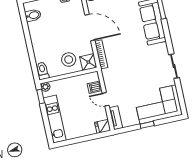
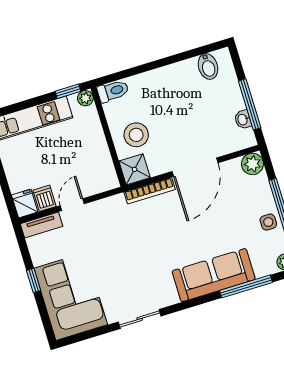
dishwasher: (95, 87) -> (44, 198), moved

